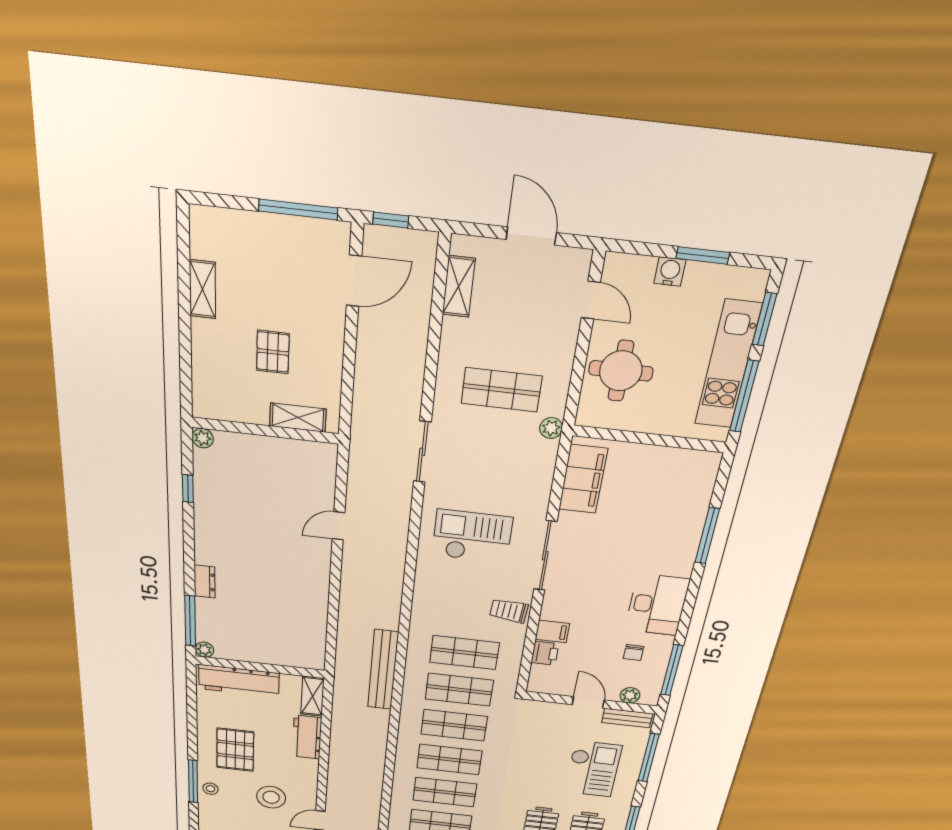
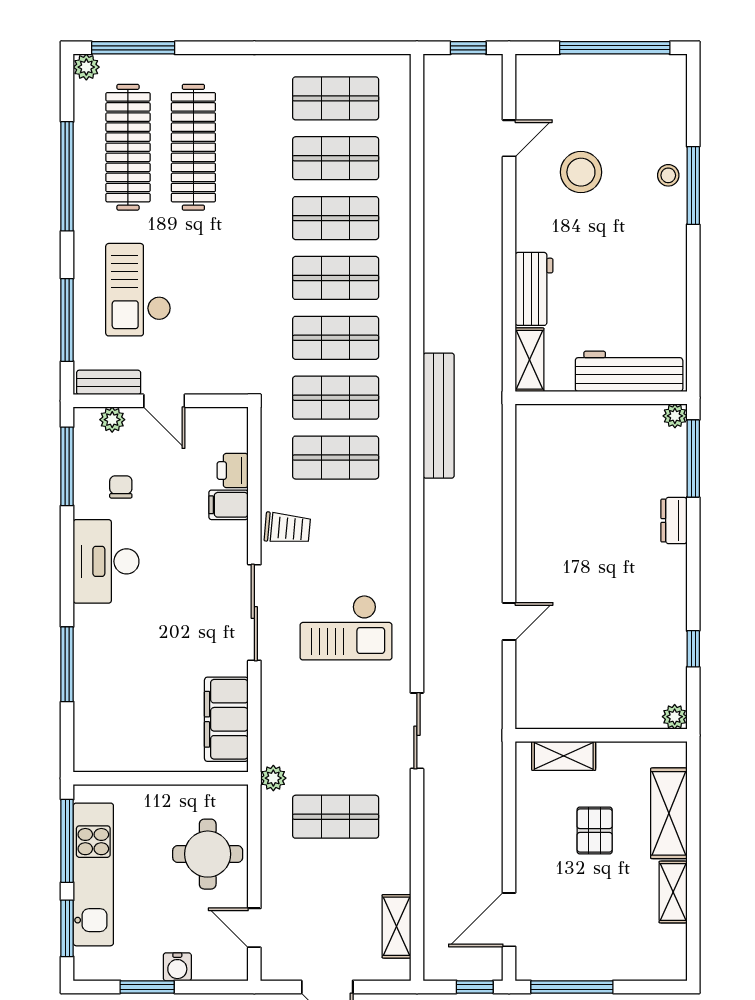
shelving: (207, 359) -> (669, 813), added
pallet: (235, 750) -> (633, 252), removed

